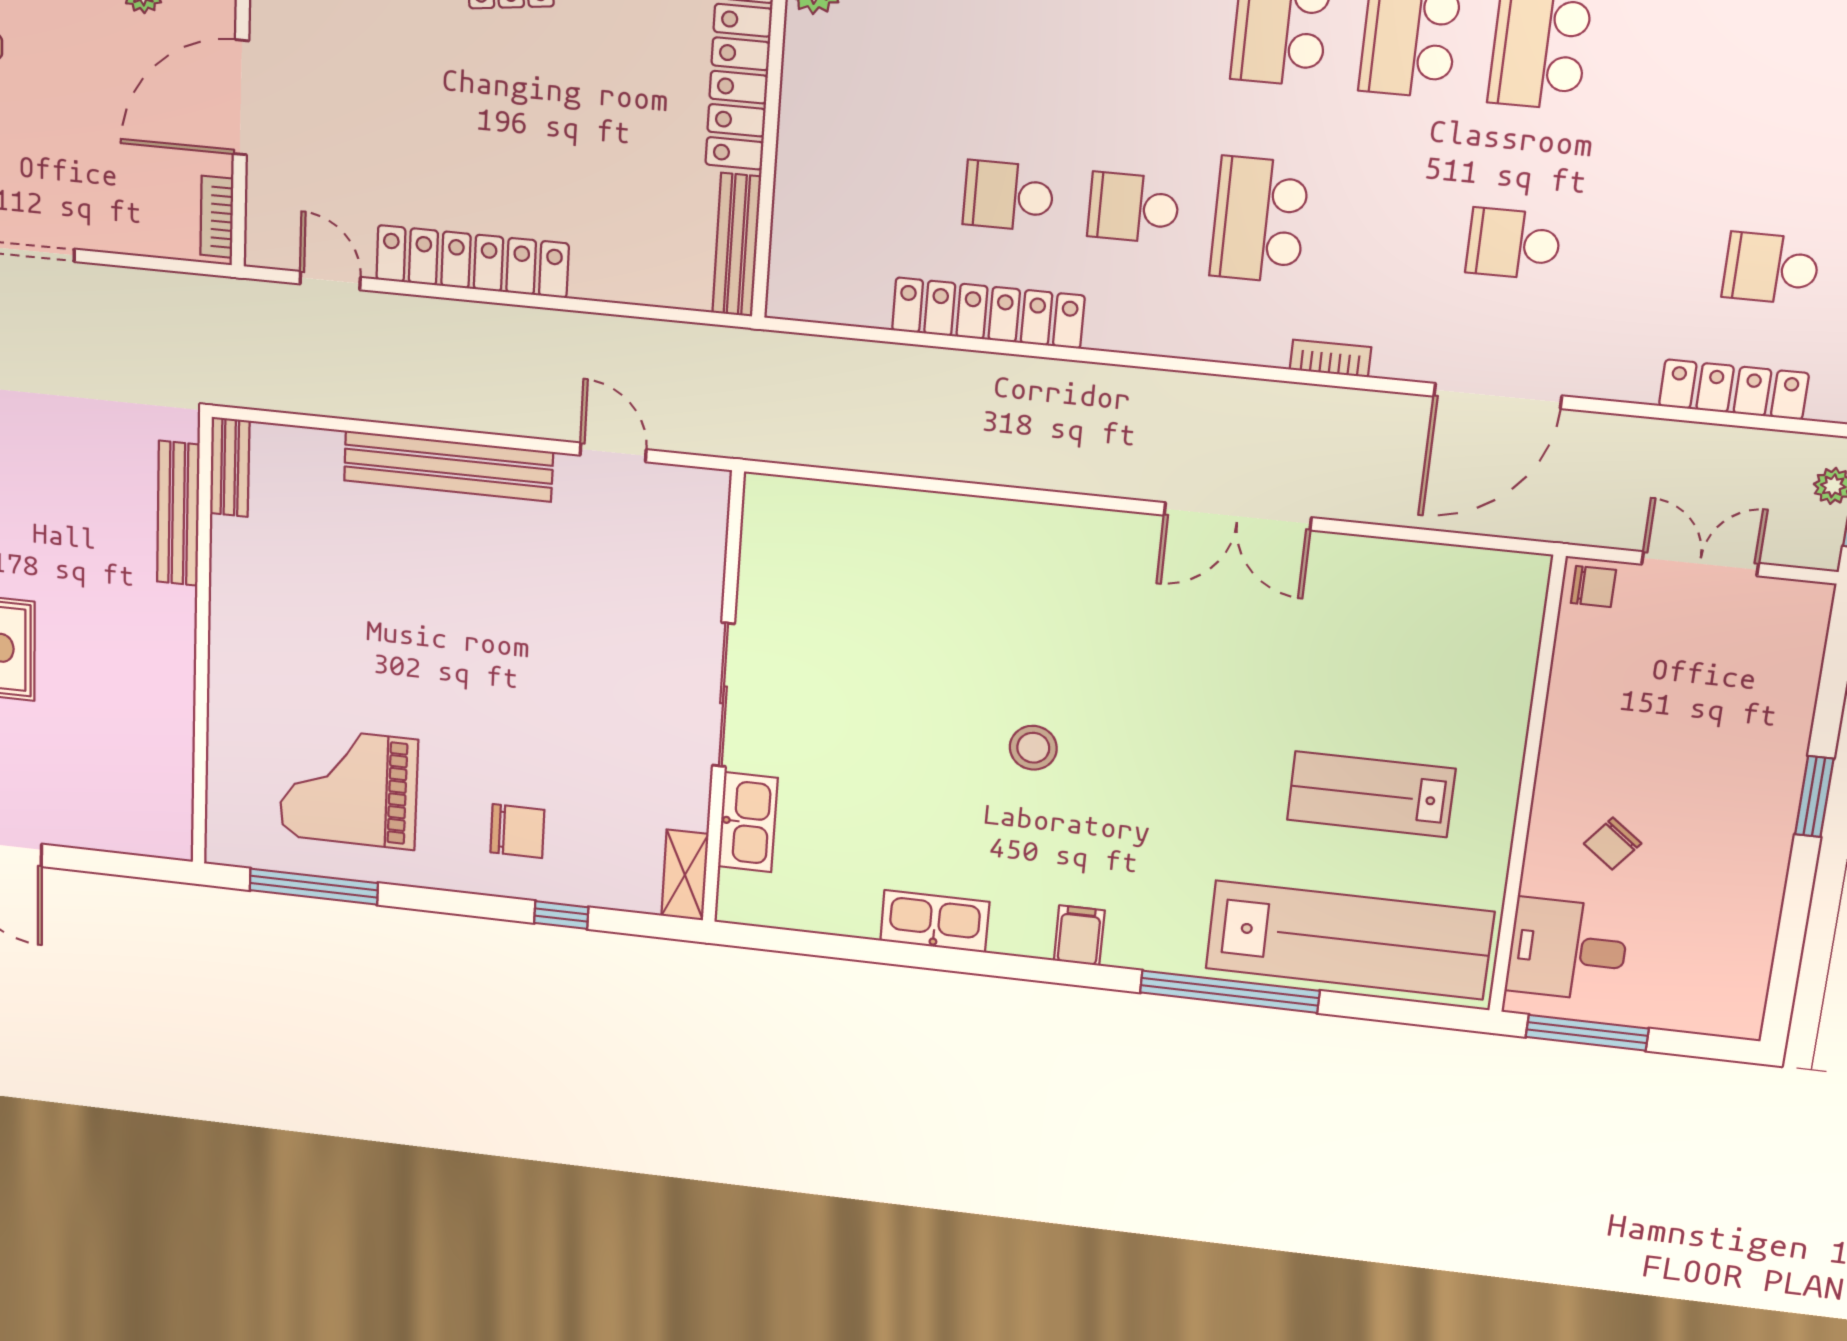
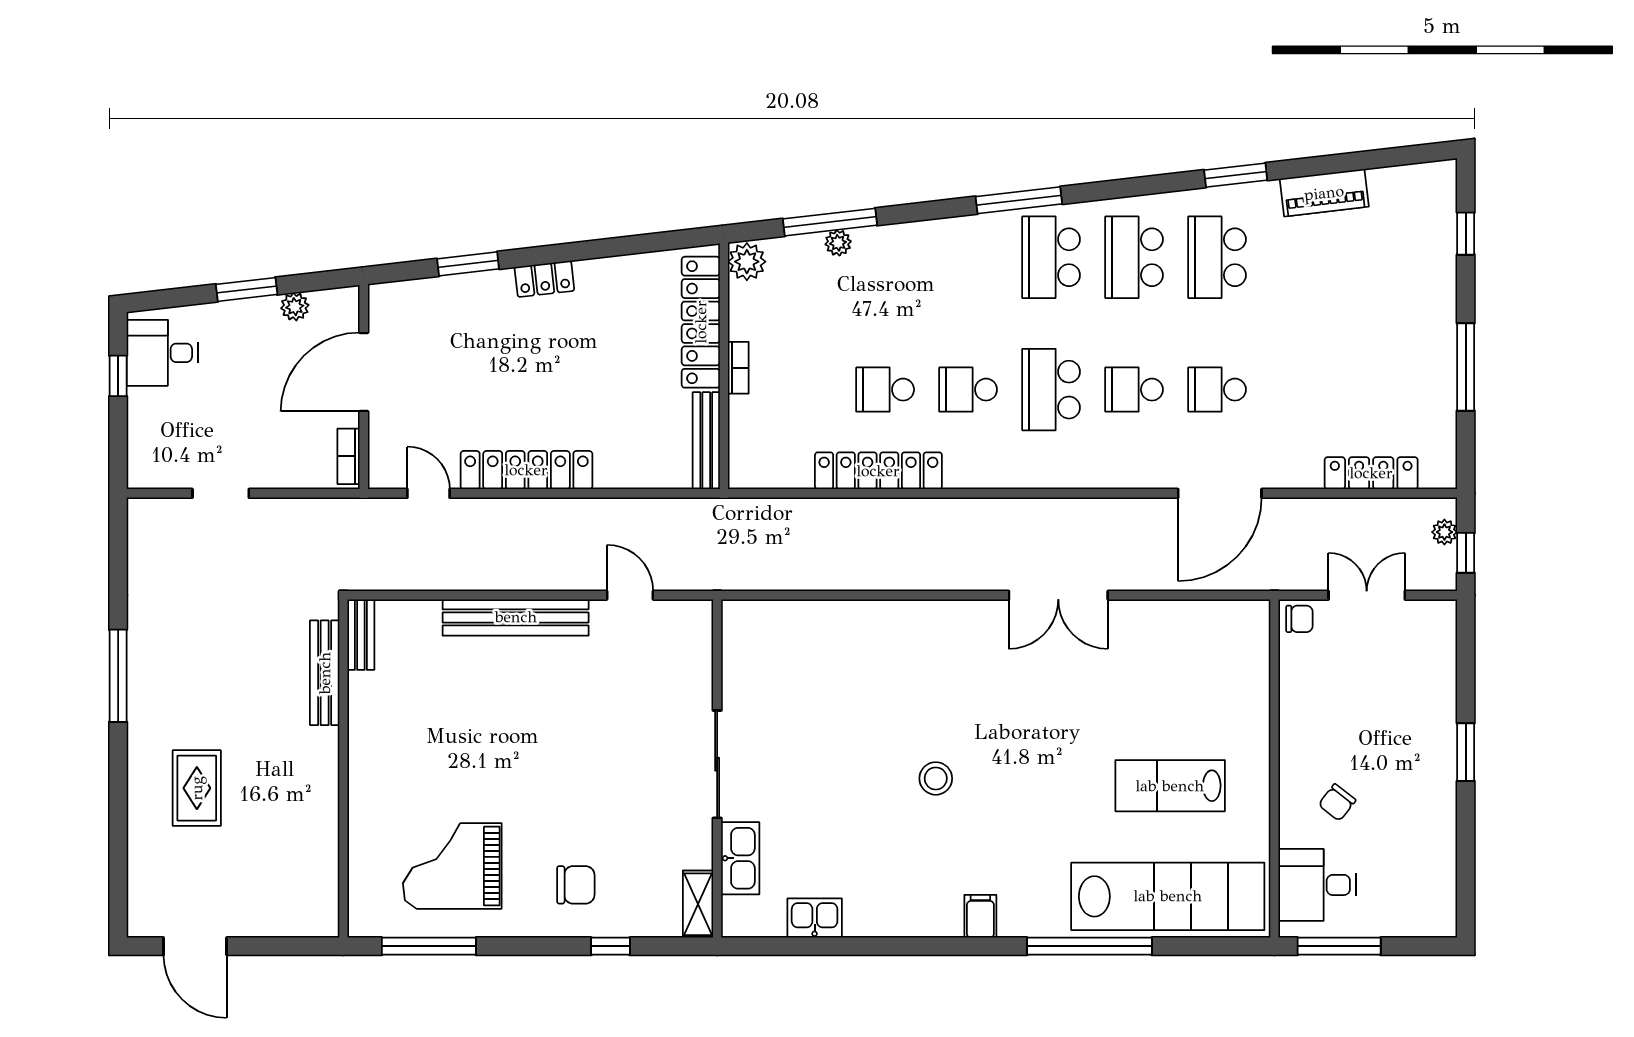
school desk: (1771, 268) -> (1134, 390), moved
bookcase: (1330, 358) -> (738, 368), moved, turned 90
kitchen sink: (935, 921) -> (815, 918), moved, width x0.73

